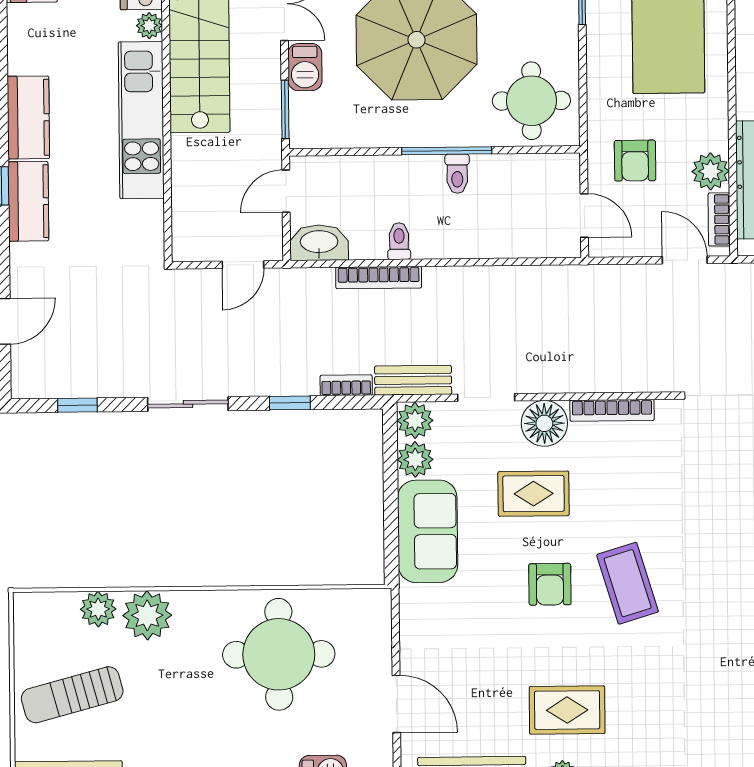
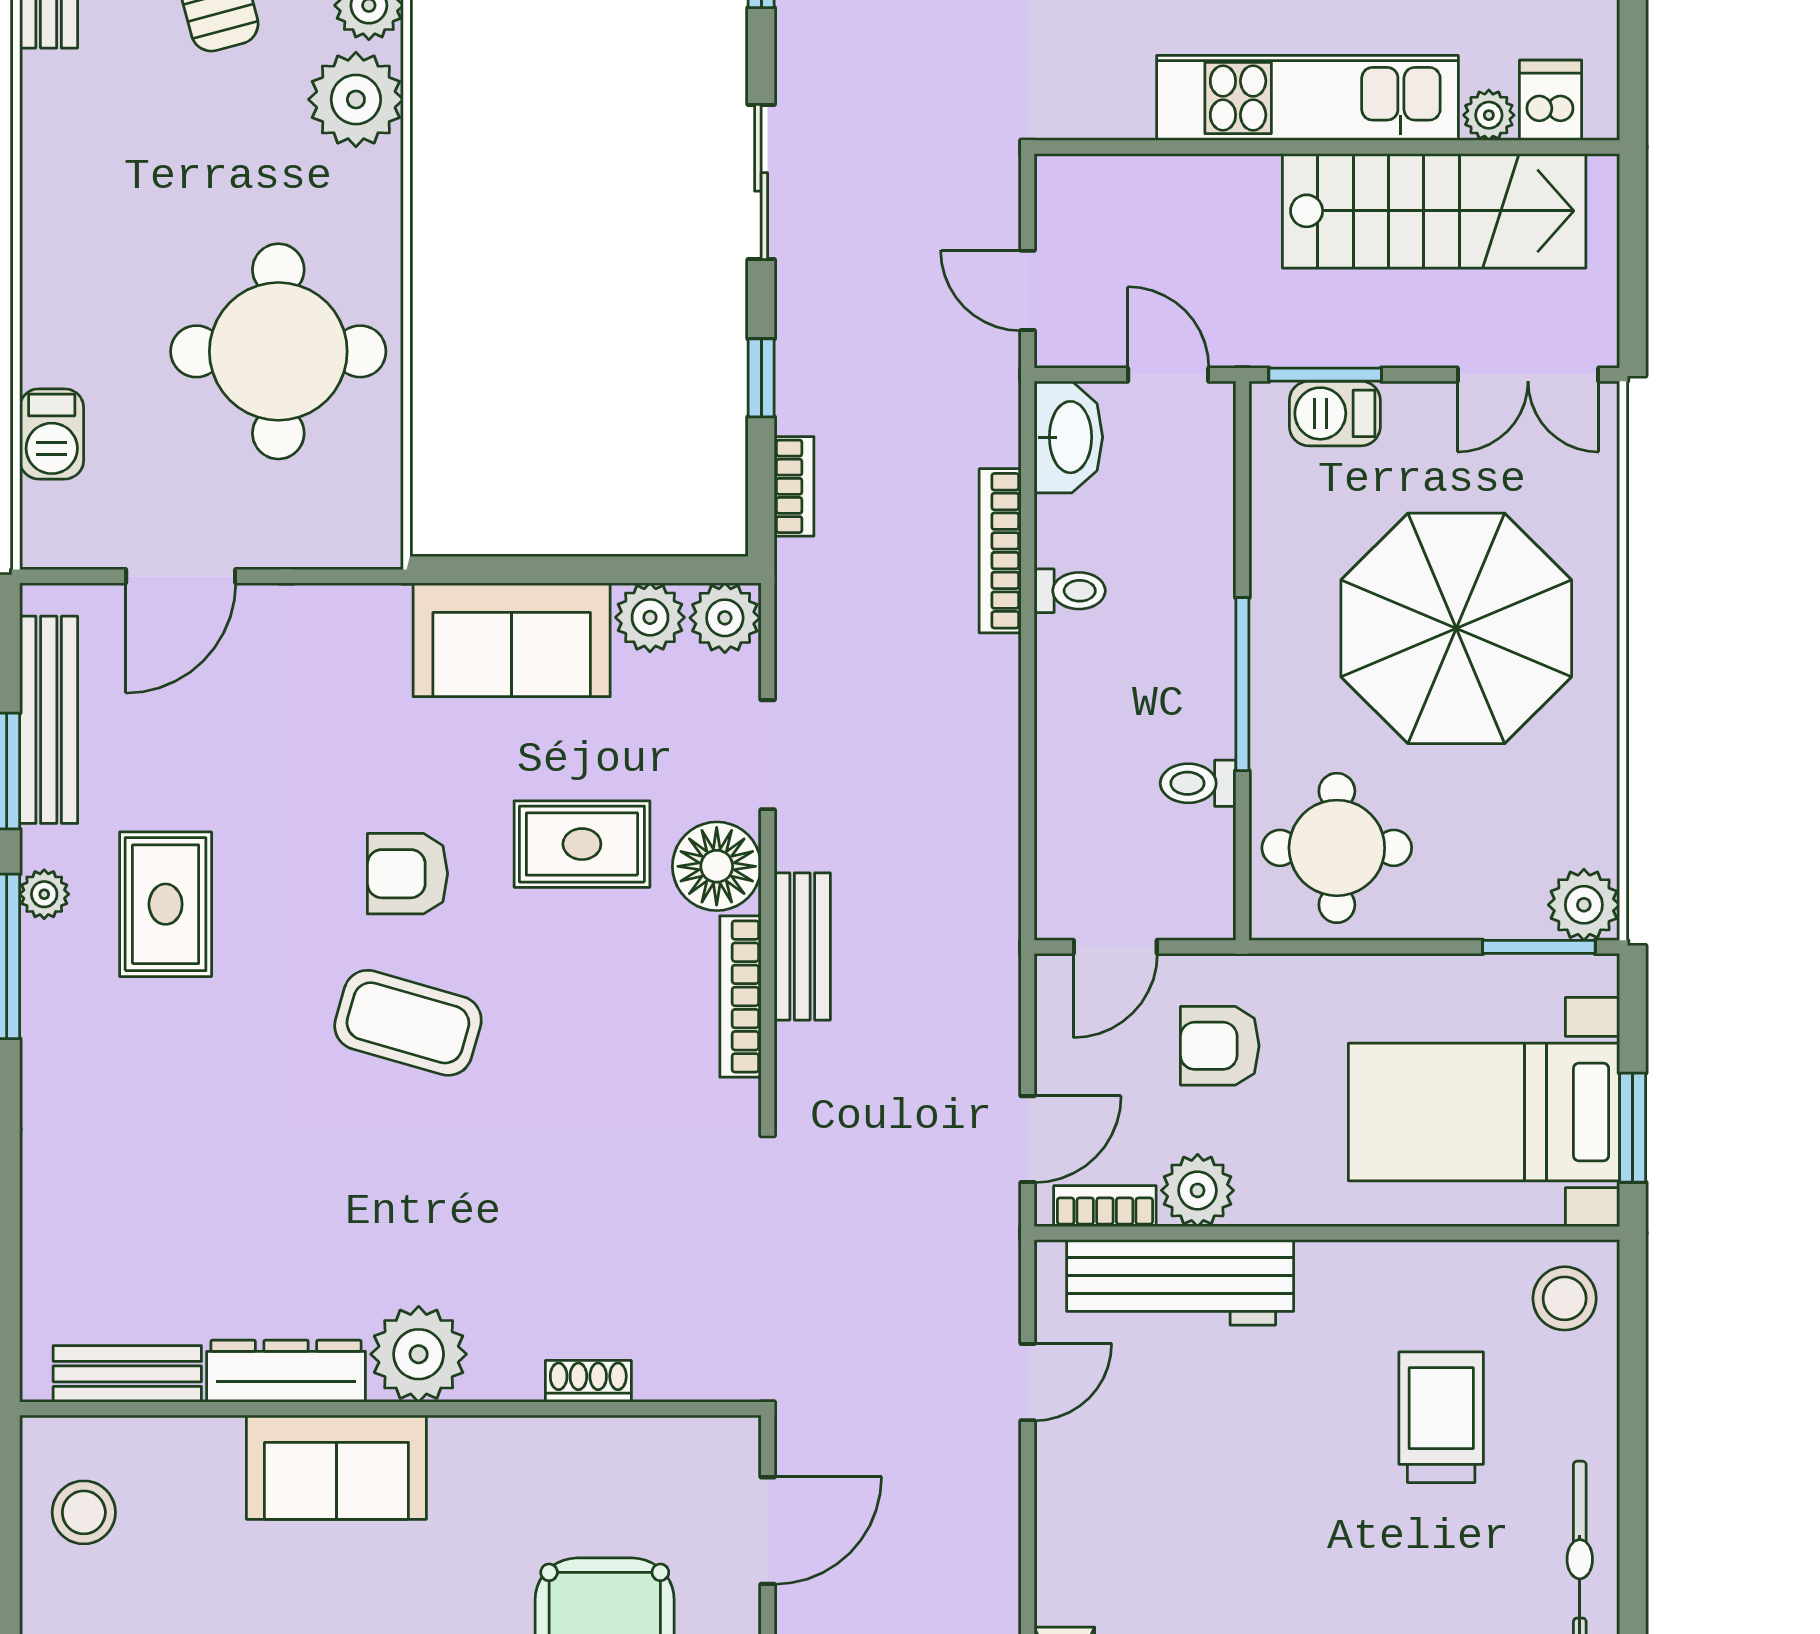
barbecue: (305, 67) -> (1335, 413), moved
toilet: (457, 174) -> (1198, 783), moved
bench: (413, 380) -> (802, 946), moved
rug: (534, 494) -> (582, 844), turned 90
coffee table: (628, 583) -> (408, 1023), turned 33

